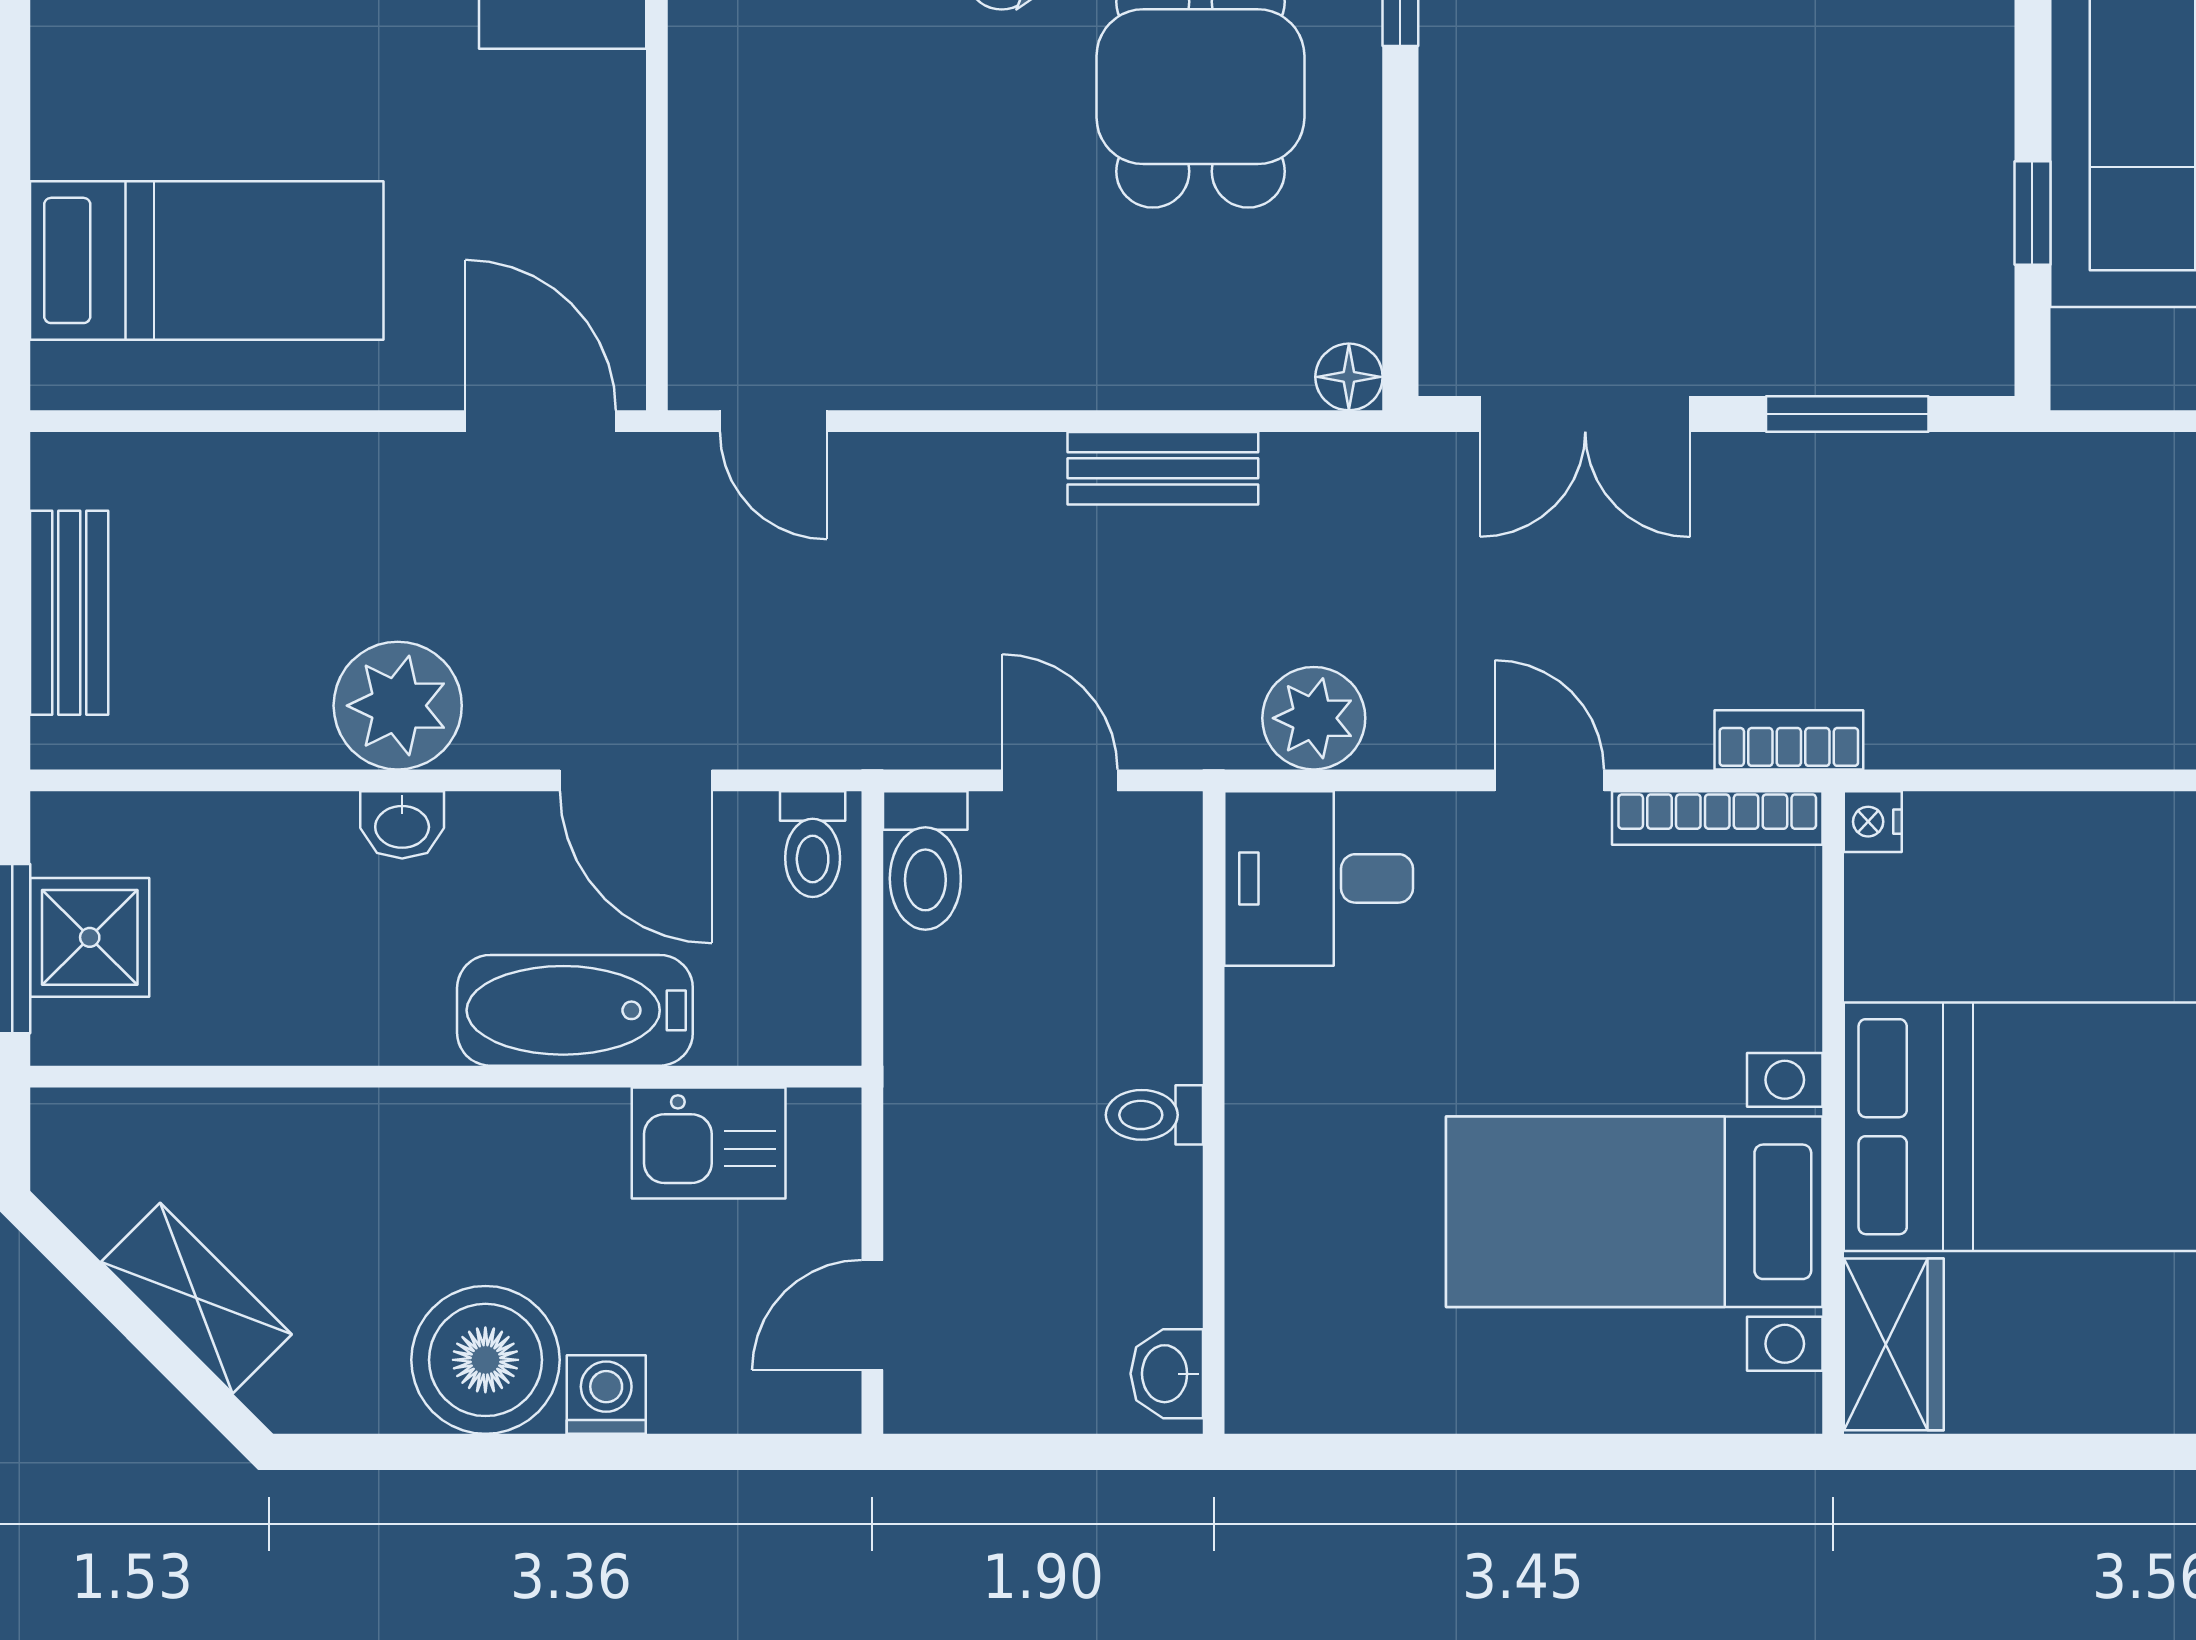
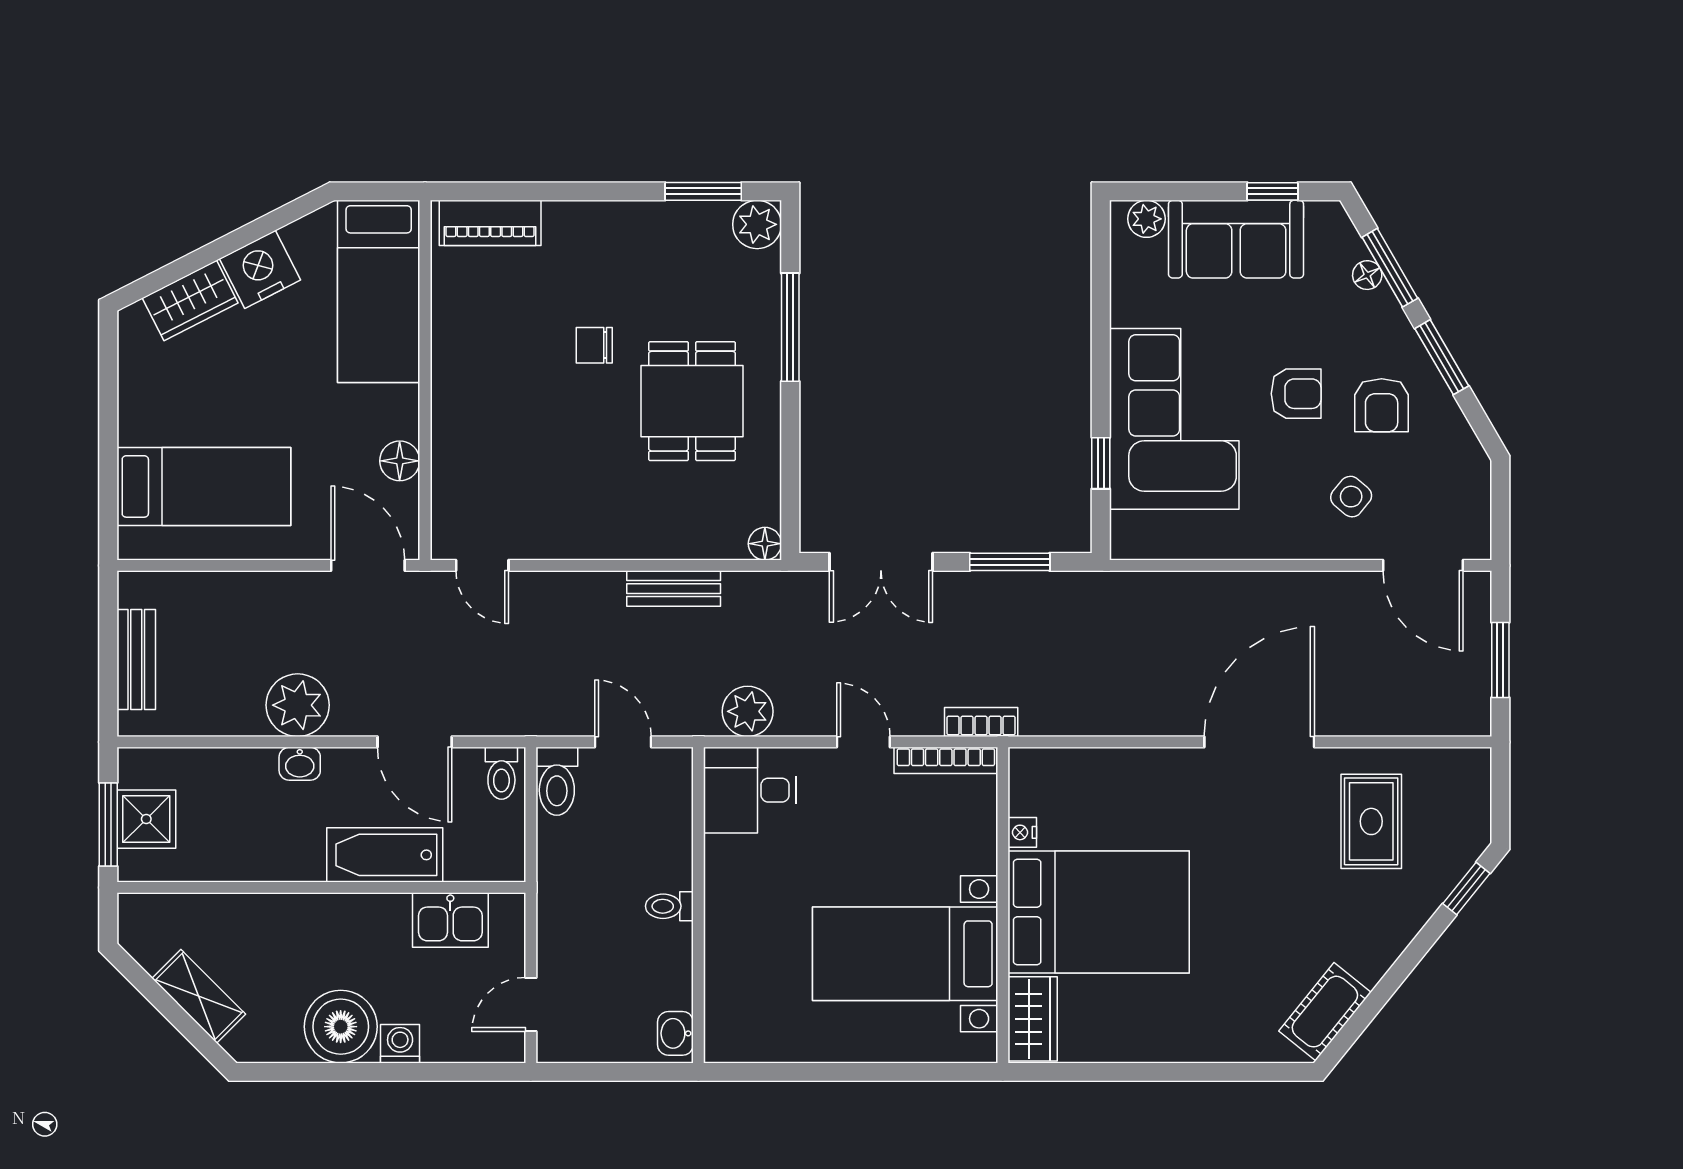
floor lamp: (606, 208) -> (400, 461), added
nightstand: (1873, 822) -> (1022, 832), moved

